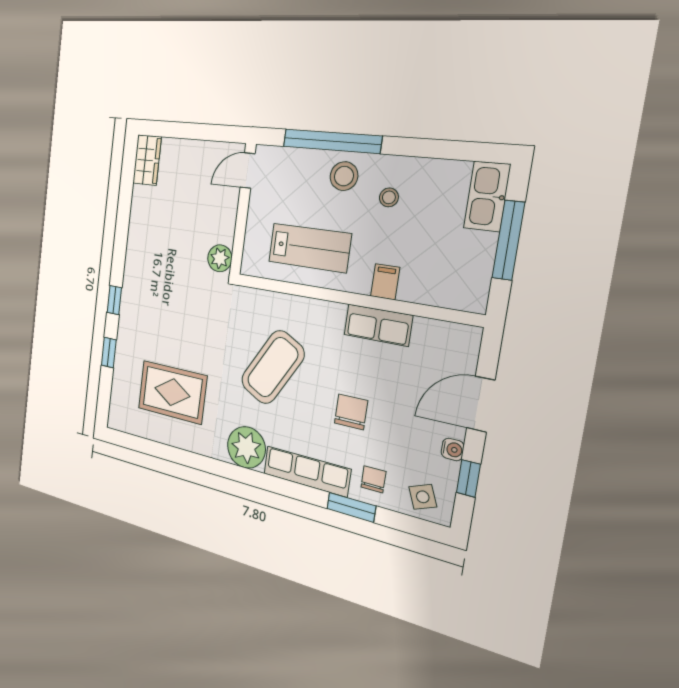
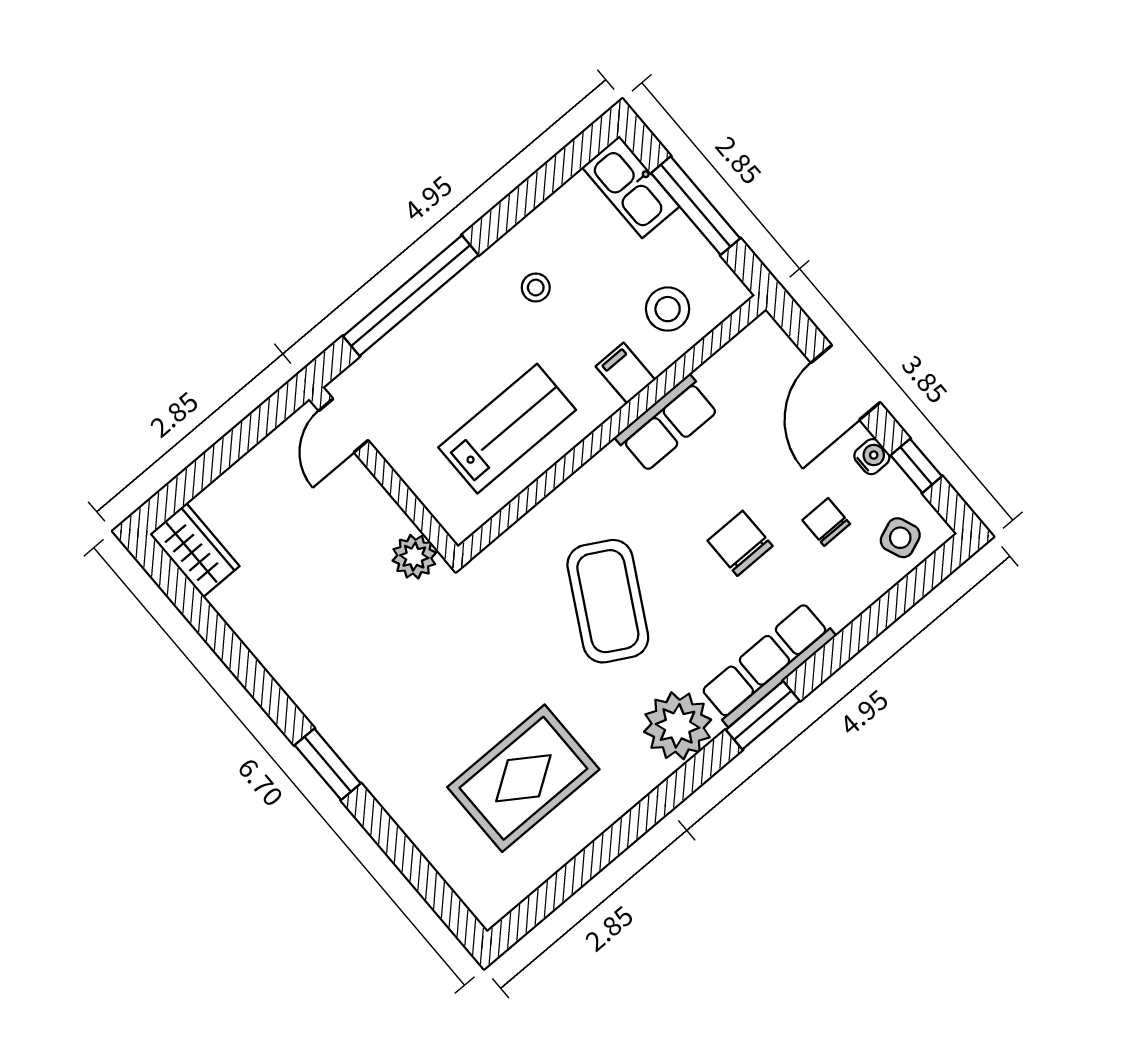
stool: (344, 176) -> (668, 309), moved
window: (114, 300) -> (328, 764), width x1.50
window: (109, 353) -> (389, 837), removed
chair: (373, 479) -> (826, 522), moved
window: (351, 507) -> (763, 715), moved

